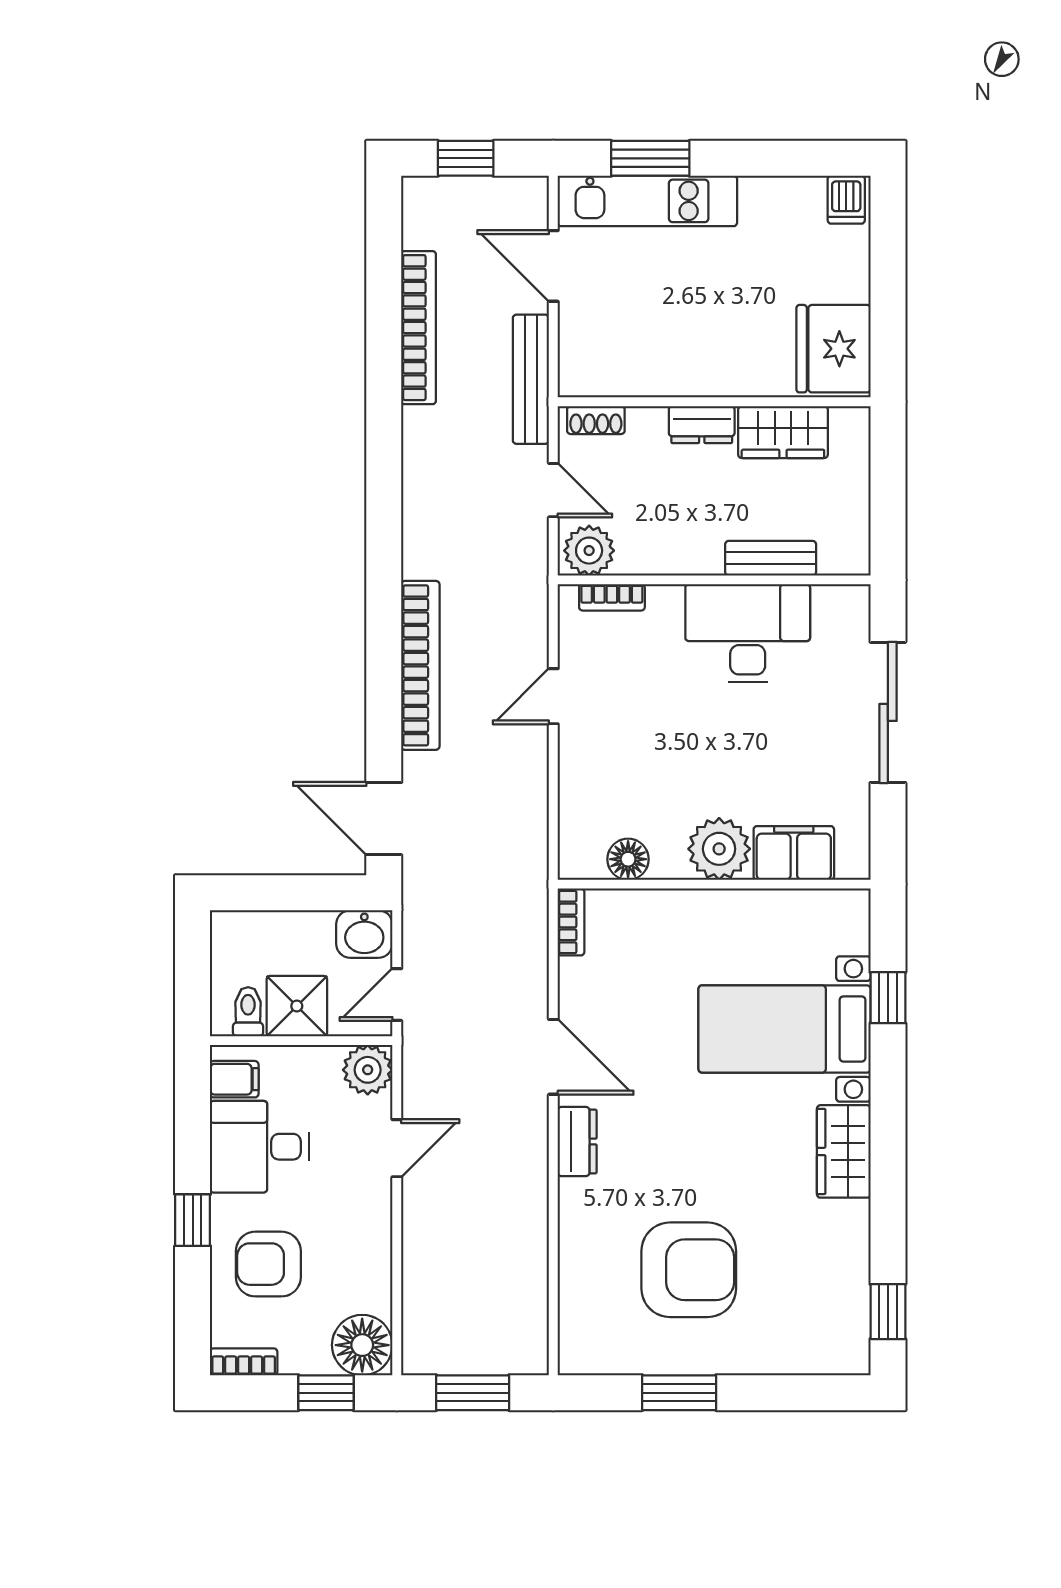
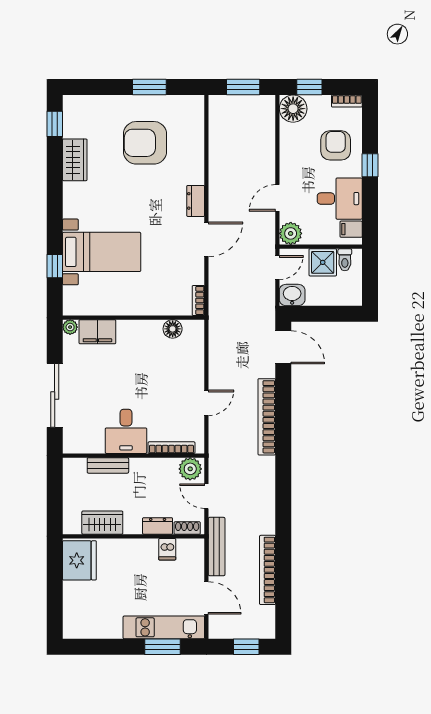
dishwasher: (846, 200) -> (167, 549), moved, turned 180
dresser: (702, 425) -> (158, 526), moved
bookcase: (612, 597) -> (171, 448), width x1.56
desk: (748, 633) -> (126, 431), width x0.73
plant: (719, 849) -> (70, 327), moved, width x0.53, depth x0.53
door: (553, 1057) -> (206, 239), swing flipped
wardrobe: (844, 1151) -> (75, 160), moved
armchair: (268, 1264) -> (336, 145), turned -90

